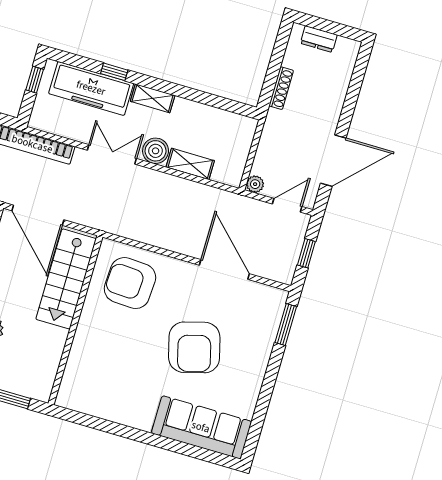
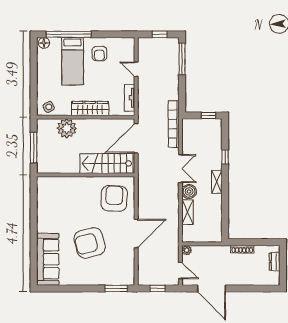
freezer: (91, 88) -> (212, 147), removed
door: (224, 269) -> (136, 233), moved

